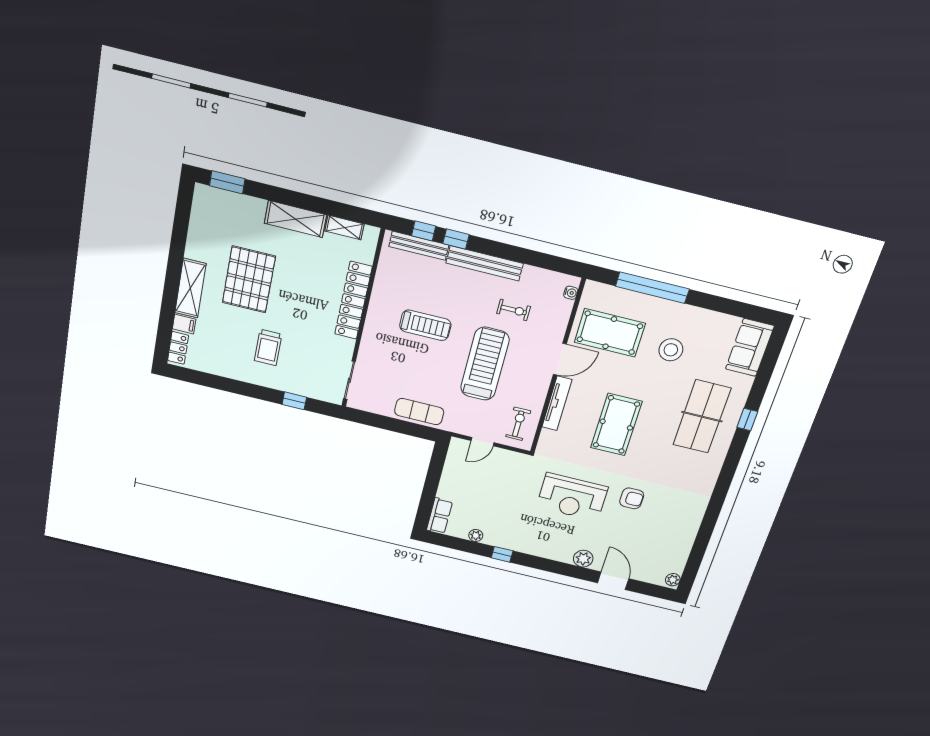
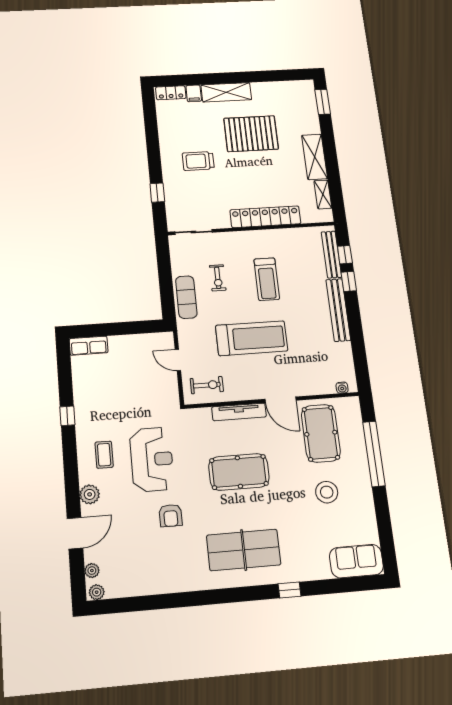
exercise bike: (514, 310) -> (218, 278), moved
table tennis table: (702, 417) -> (244, 550), moved
reception desk: (572, 497) -> (152, 459), turned 180
plant: (476, 535) -> (92, 571), moved
coffee table: (551, 536) -> (104, 455), added

